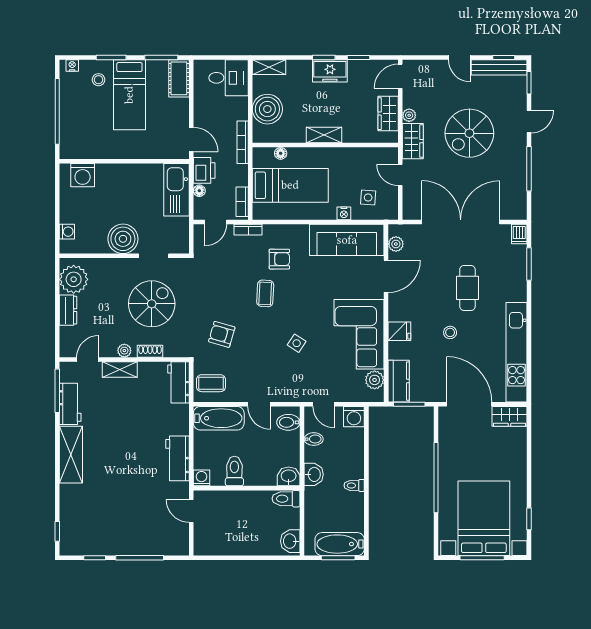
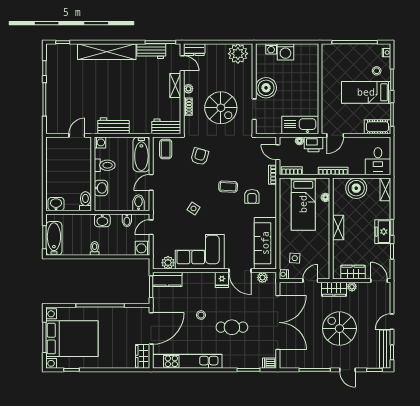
washing machine: (83, 175) -> (285, 52), moved, turned -90
nightstand: (344, 213) -> (284, 274), moved
dresser: (68, 310) -> (194, 50), moved
fridge: (399, 331) -> (222, 280), moved
shelving: (71, 455) -> (107, 52), width x1.47
washbasin: (289, 476) -> (101, 188), moved

